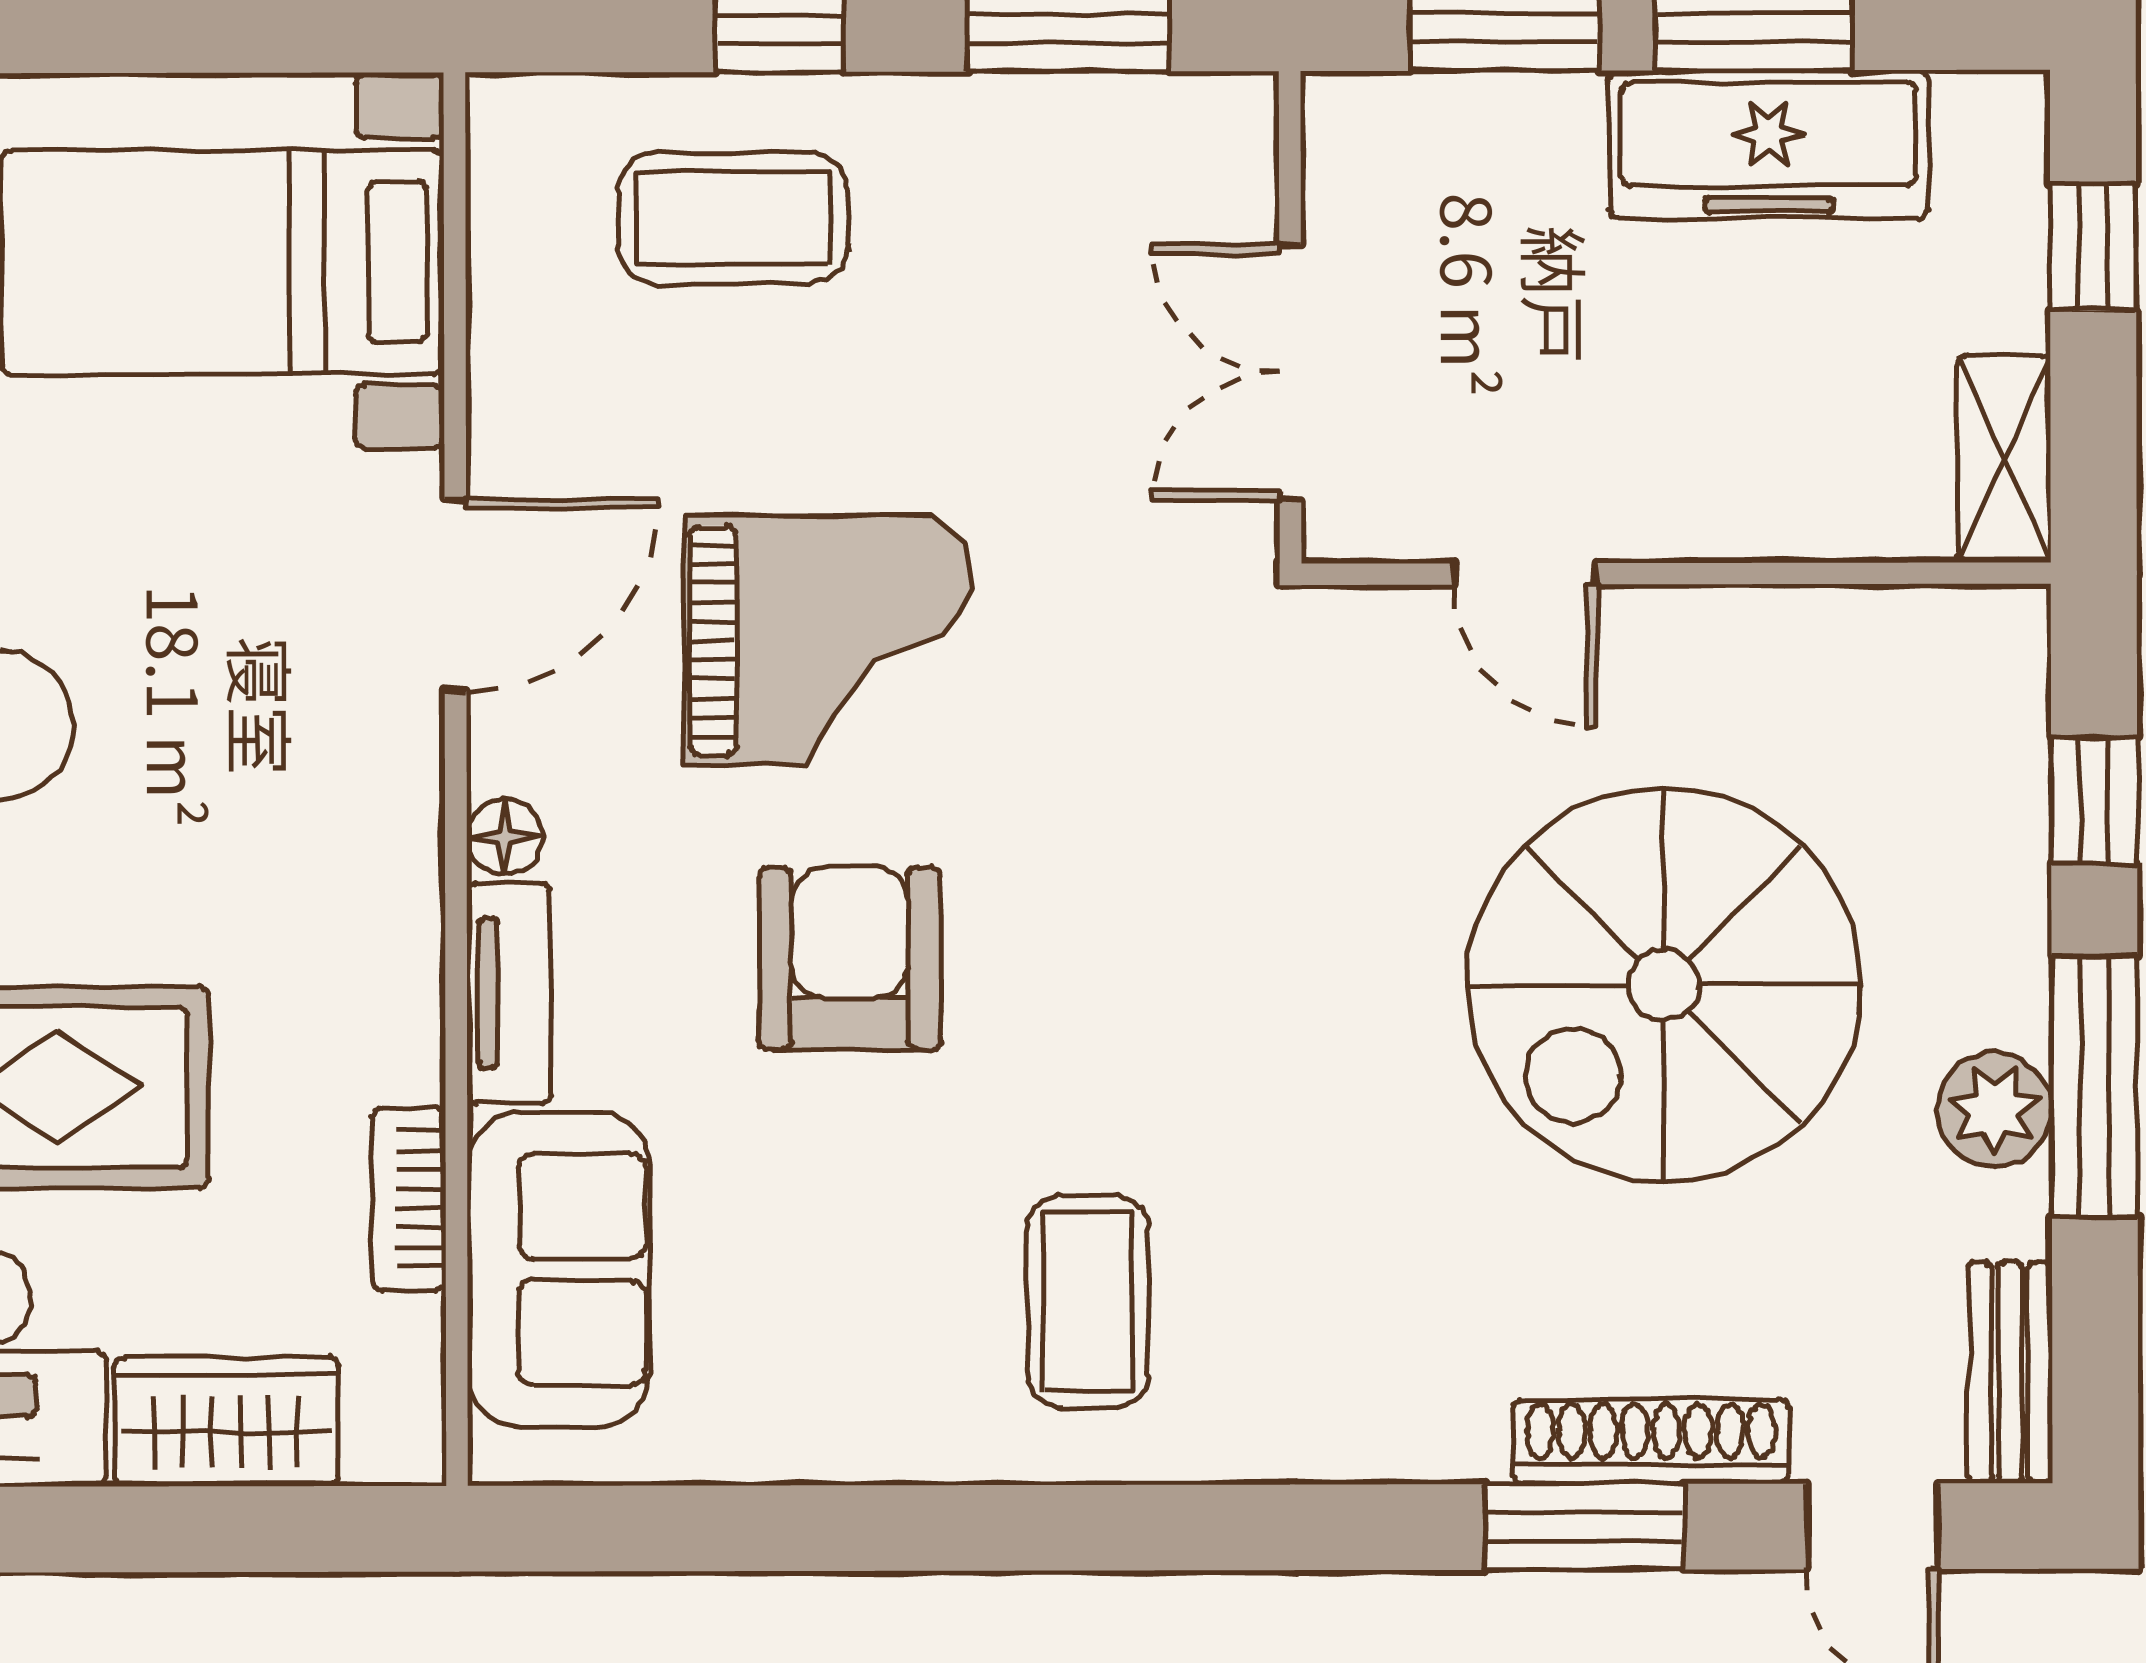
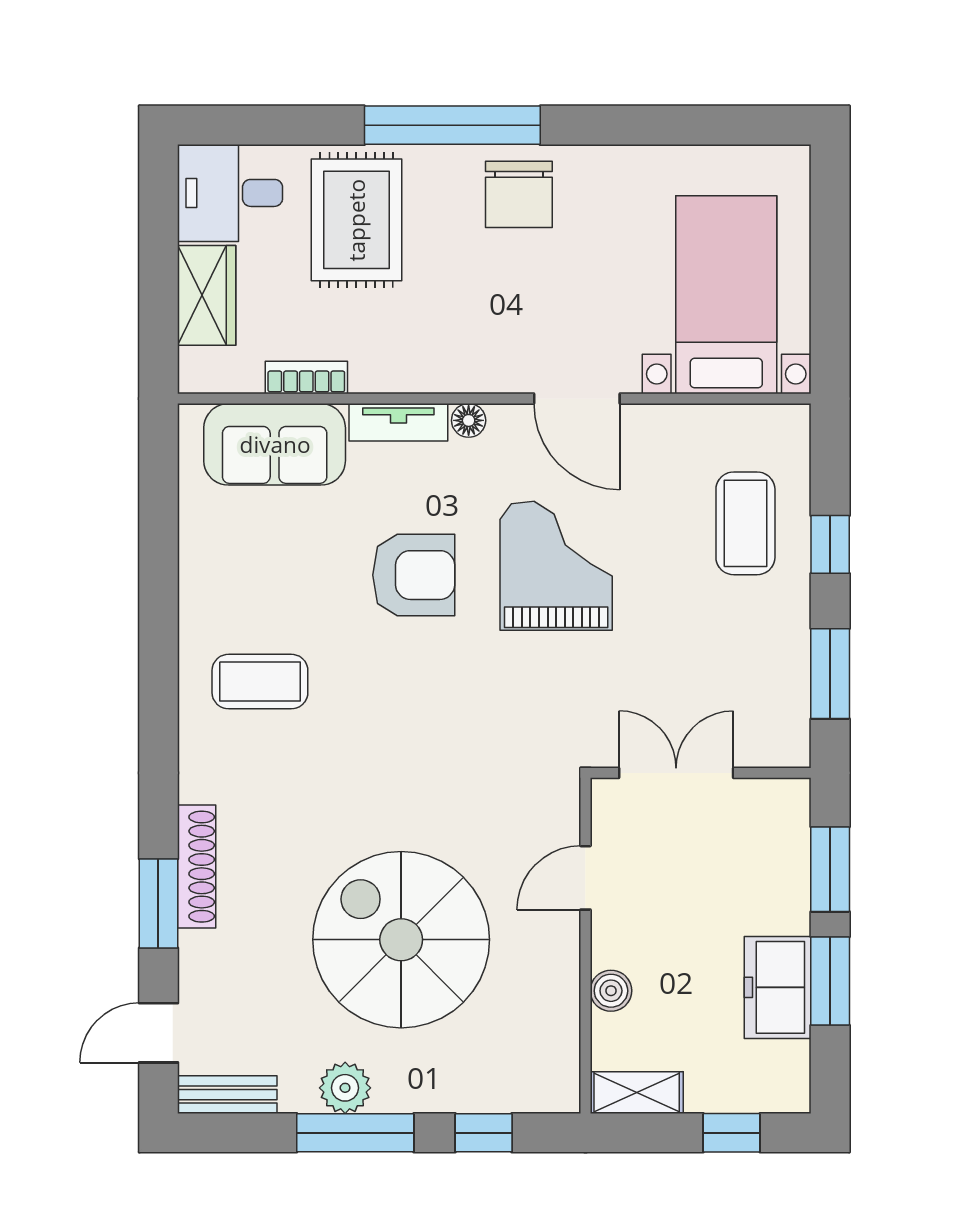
freezer: (1769, 144) -> (778, 987), width x0.71
boiler: (1777, 517) -> (611, 991), added
grand piano: (828, 641) -> (556, 566), turned 180
shoe rack: (1651, 1441) -> (197, 867), moved

